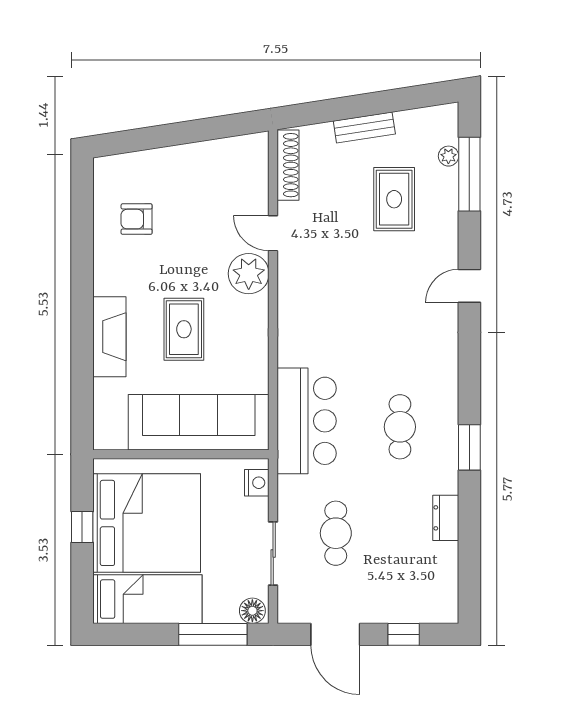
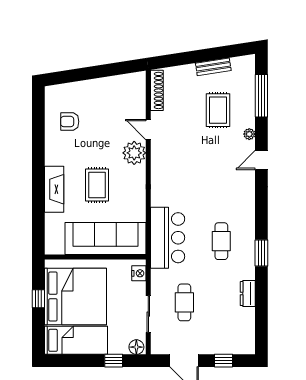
bench: (364, 127) -> (213, 67), moved
plant: (448, 156) -> (249, 134), moved
window: (213, 634) -> (114, 361), width x0.46

